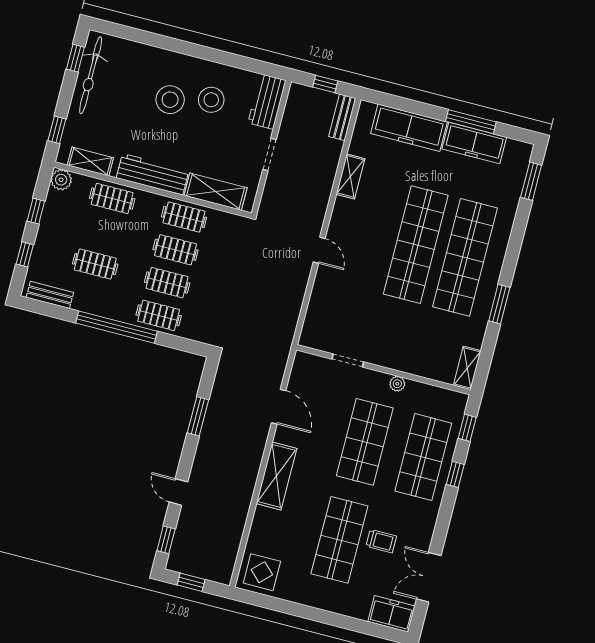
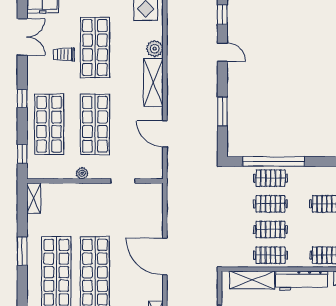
door: (319, 250) -> (165, 256), width x1.87
window: (117, 327) -> (274, 161), moved
window: (455, 474) -> (22, 99), moved
plant: (264, 519) -> (155, 49), added

